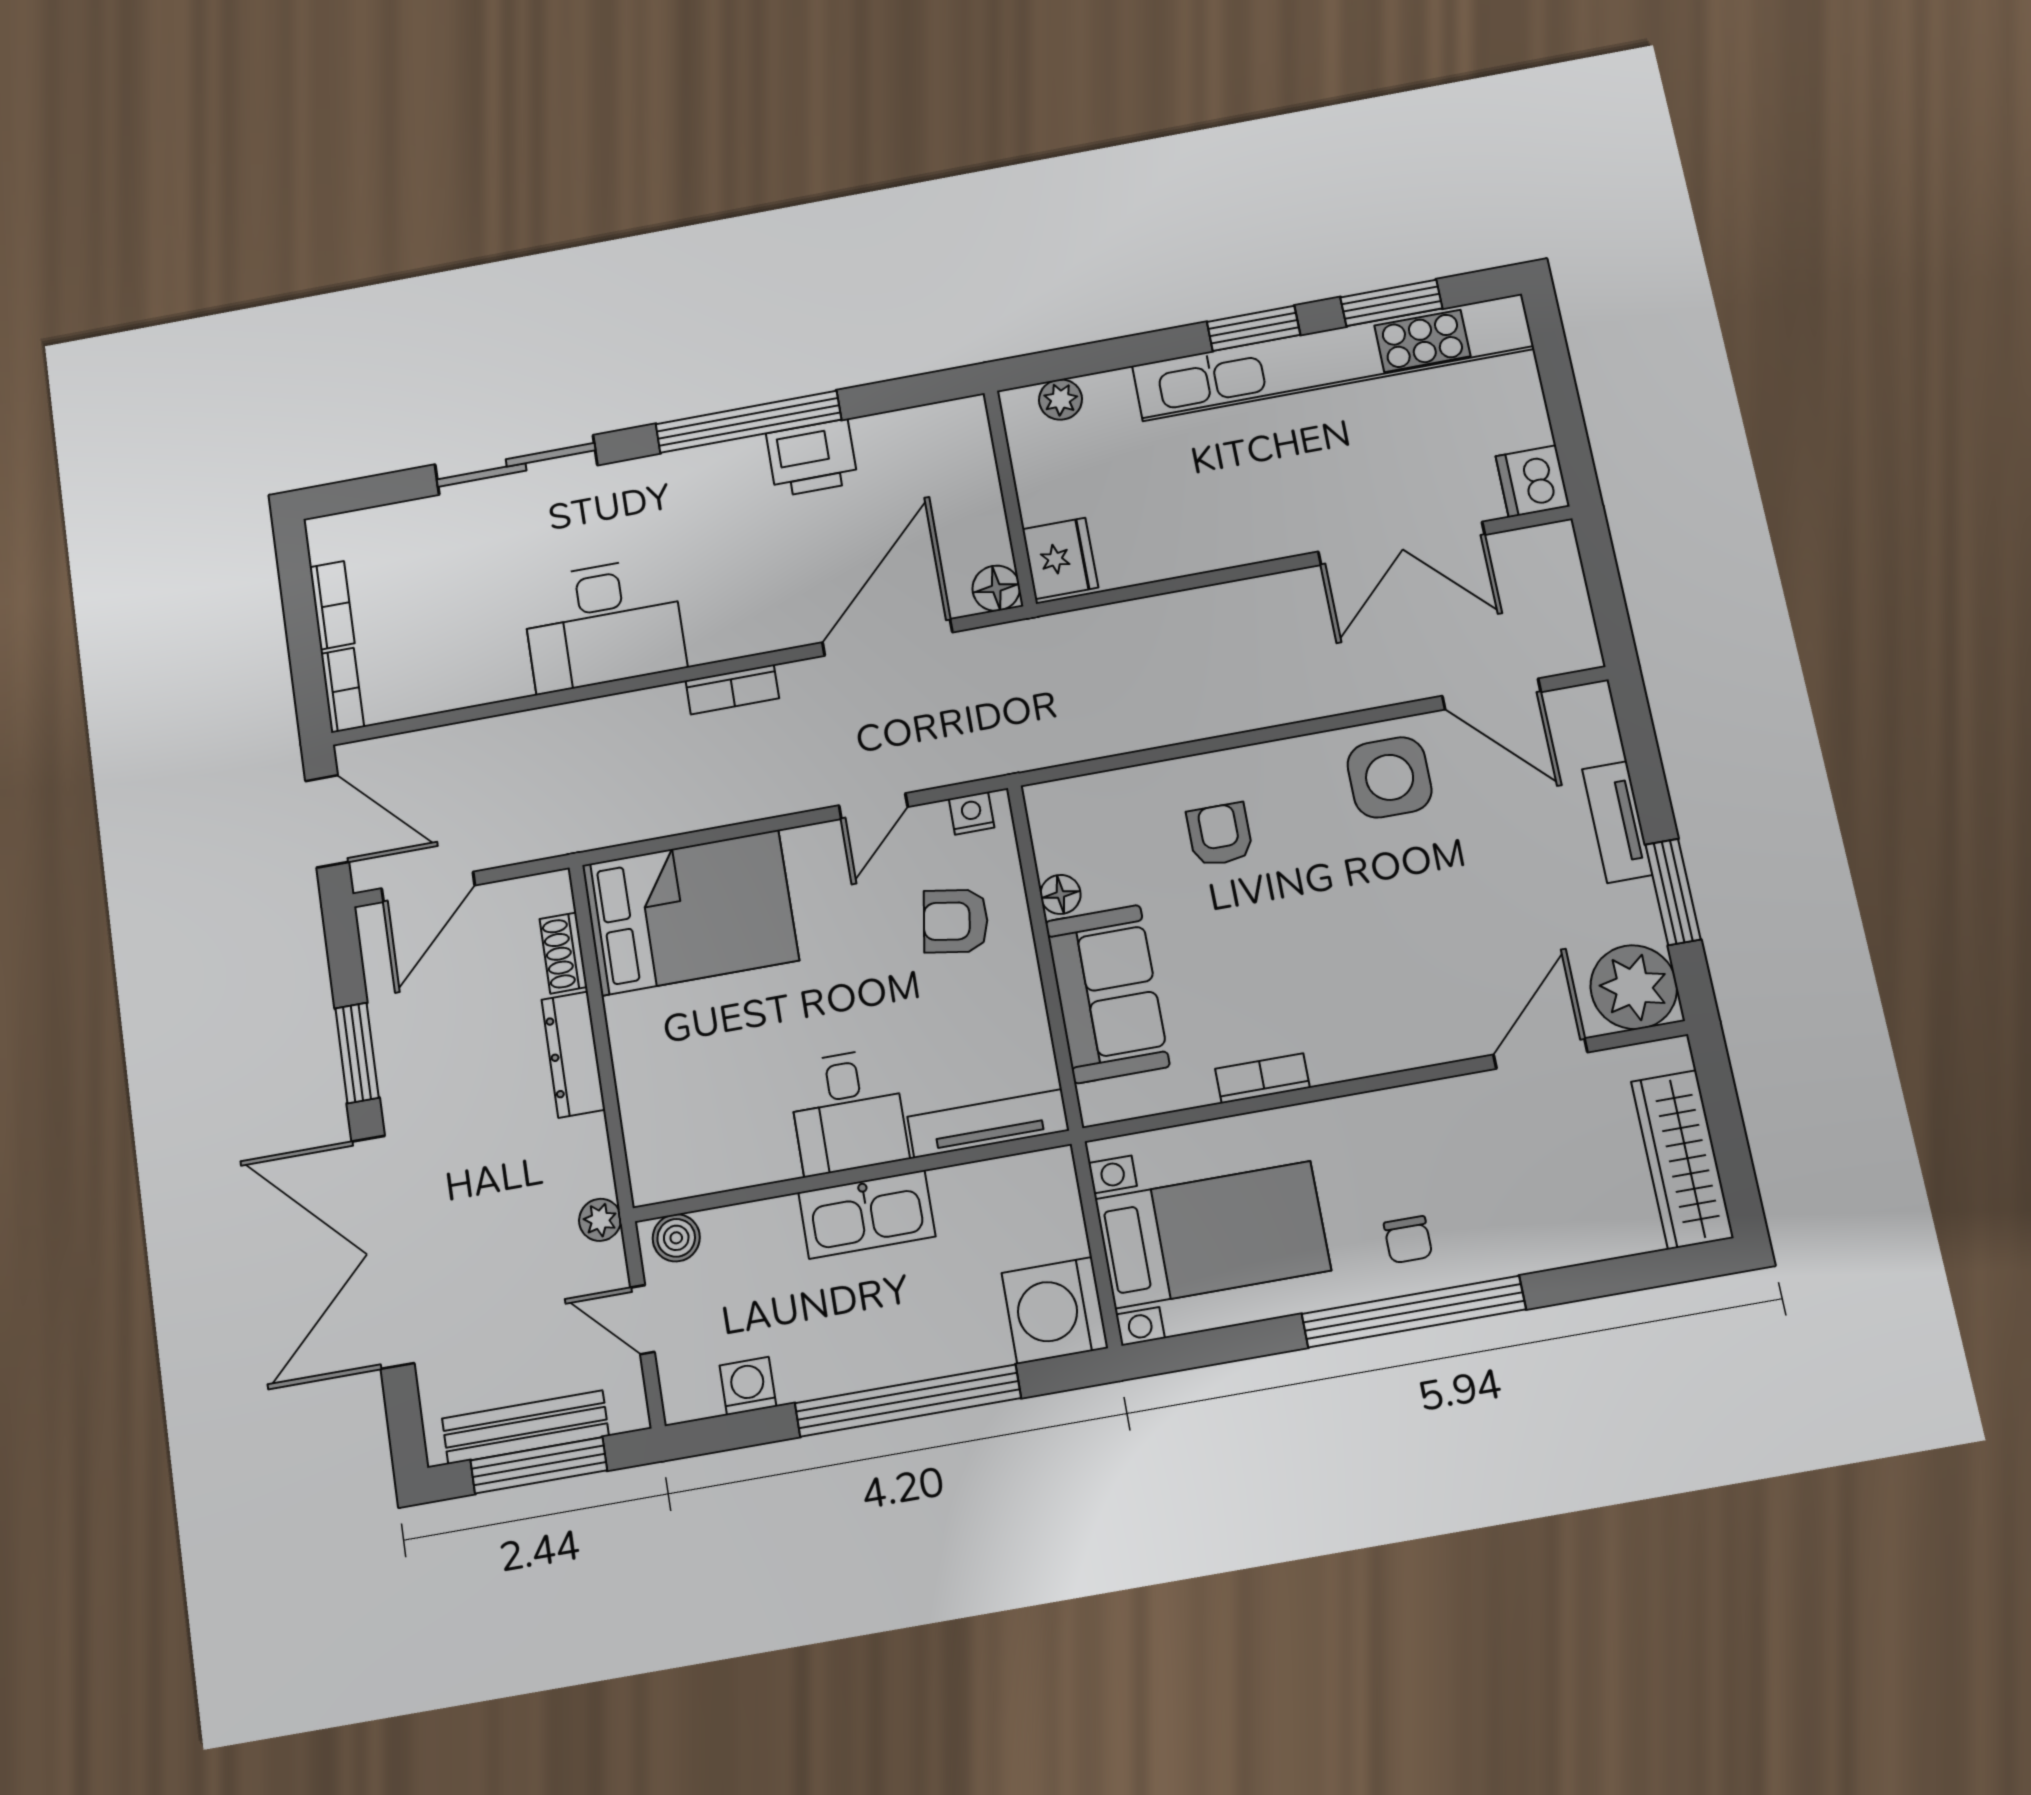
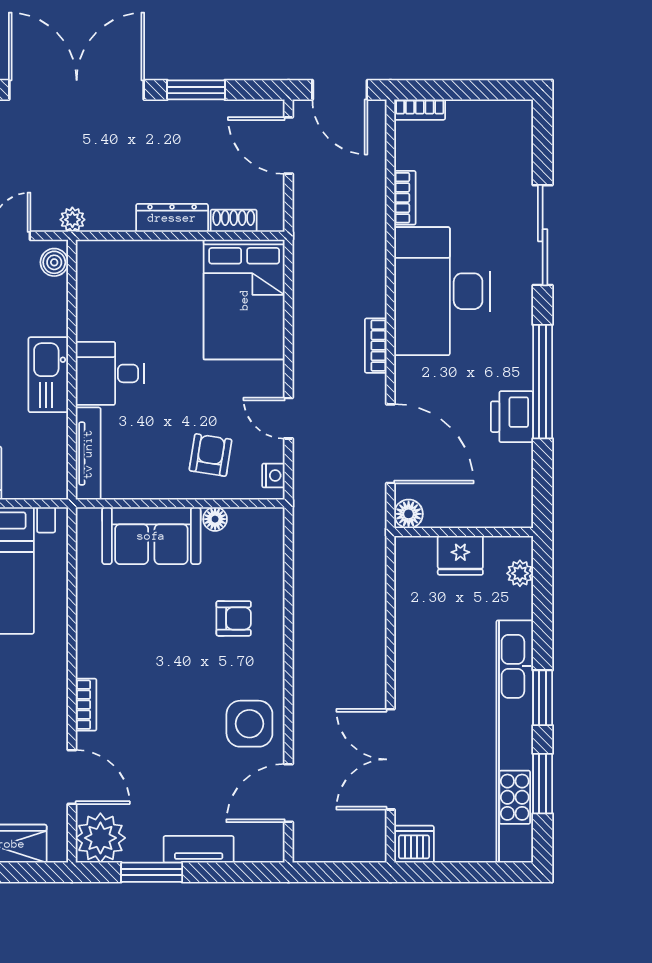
fridge: (1060, 558) -> (460, 555), moved
bookcase: (332, 605) -> (405, 198), moved, turned -90
desk: (604, 624) -> (442, 291), width x1.36, depth x1.30
door: (327, 821) -> (340, 90), hinge flipped
bookcase: (1262, 1078) -> (86, 705), moved

